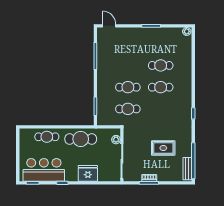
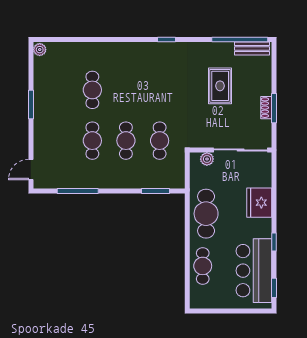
cafe table: (161, 87) -> (92, 141), moved

